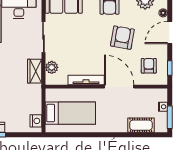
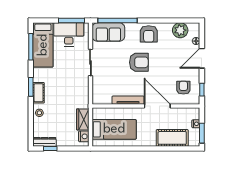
armchair: (122, 38) -> (139, 62), moved, turned 80
plant: (52, 67) -> (98, 89), removed
wardrobe: (35, 71) -> (83, 119), moved
cot: (141, 125) -> (172, 138), width x1.37, depth x1.34

